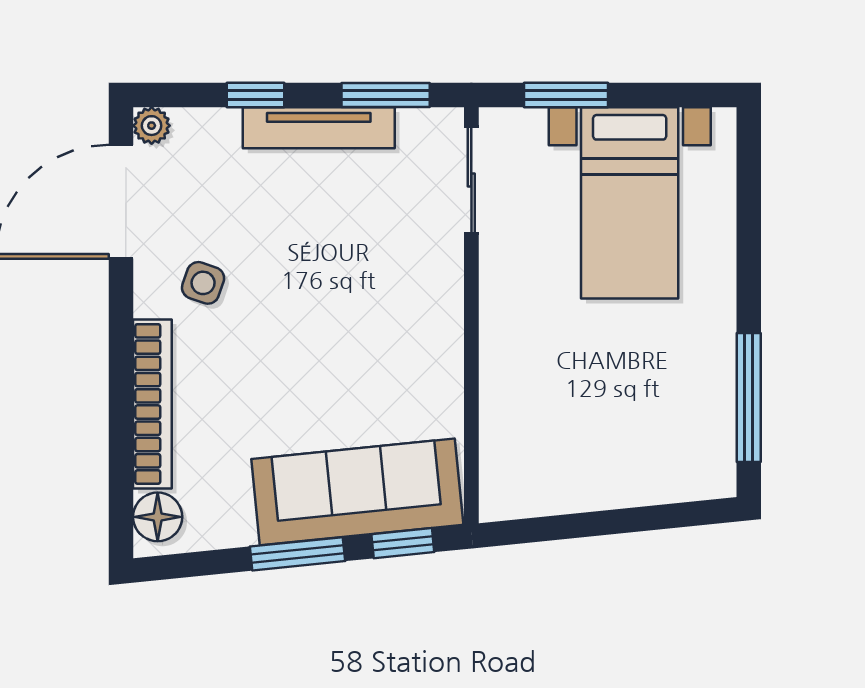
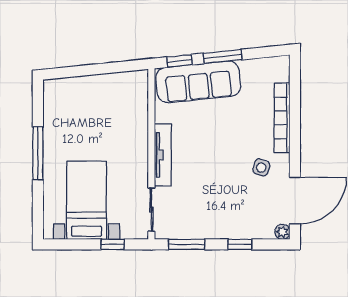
window: (566, 95) -> (113, 244), width x0.67
tv unit: (319, 128) -> (163, 155), moved, turned 90
window: (749, 397) -> (38, 153), moved
floor lamp: (158, 517) -> (280, 72), removed

